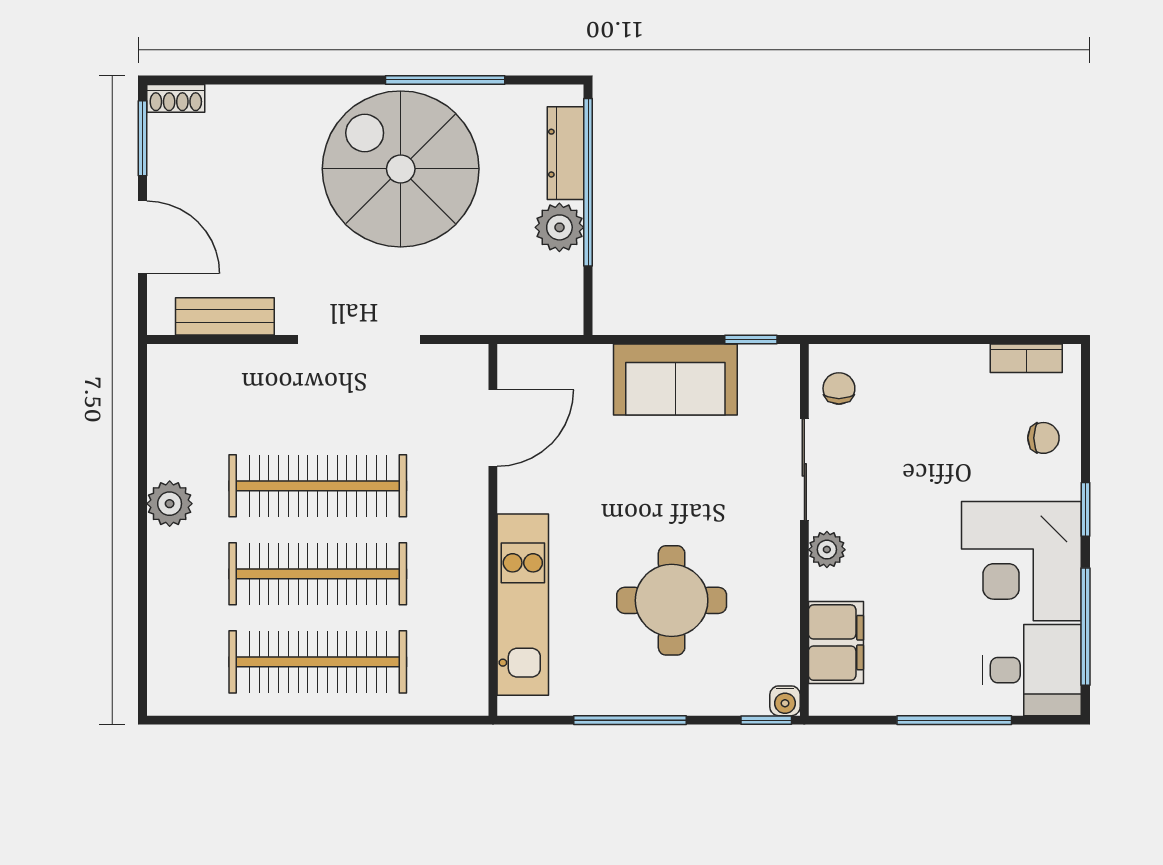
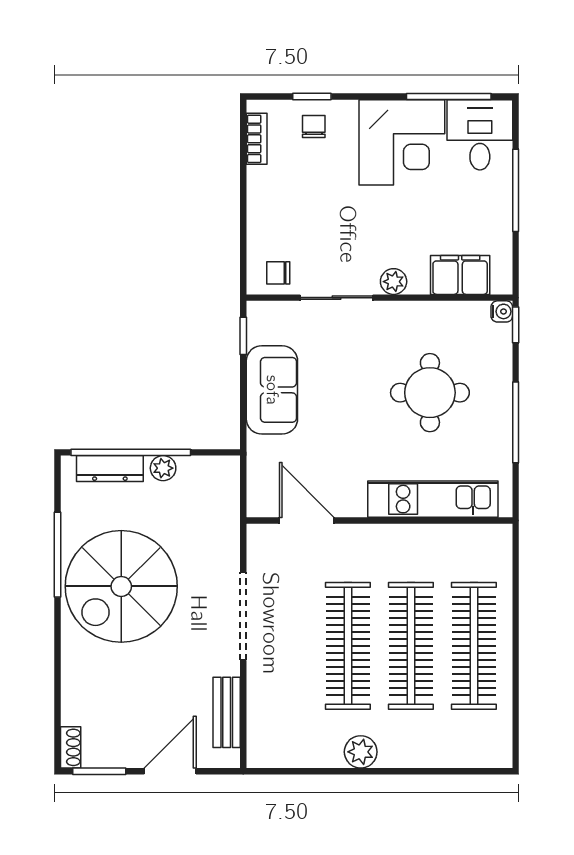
plant: (559, 227) -> (163, 468), width x0.73, depth x0.73
window: (1085, 509) -> (312, 96), moved

